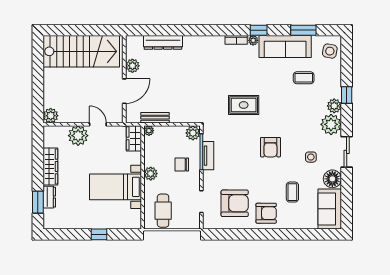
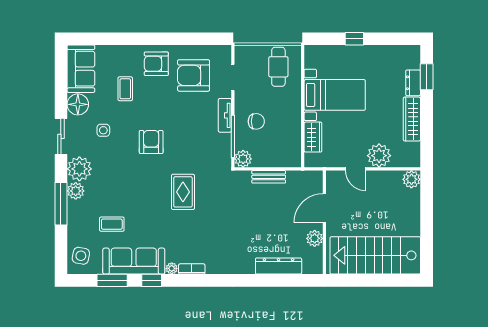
window: (259, 30) -> (152, 280), moved
window: (347, 95) -> (61, 204), width x2.17
rug: (244, 105) -> (183, 192), turned 90
bench: (155, 118) -> (269, 177), moved
plant: (149, 131) -> (295, 161), removed
wardrobe: (134, 138) -> (313, 137), moved
tv unit: (208, 156) -> (225, 115), moved
plant: (151, 174) -> (293, 111), removed

